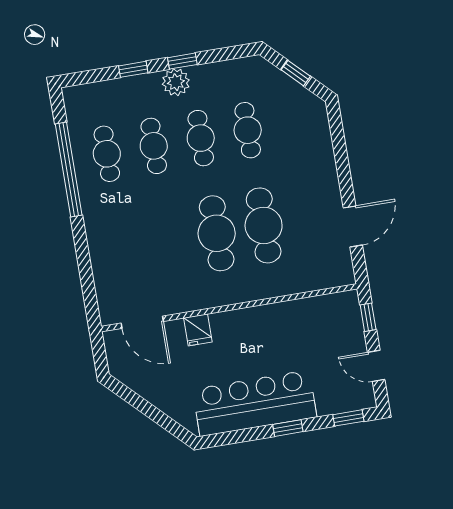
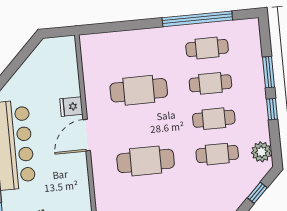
window: (133, 69) -> (269, 72), width x1.50
plant: (176, 82) -> (261, 152), moved
cafe table: (217, 233) -> (139, 90), moved
door: (142, 322) -> (87, 135), moved

